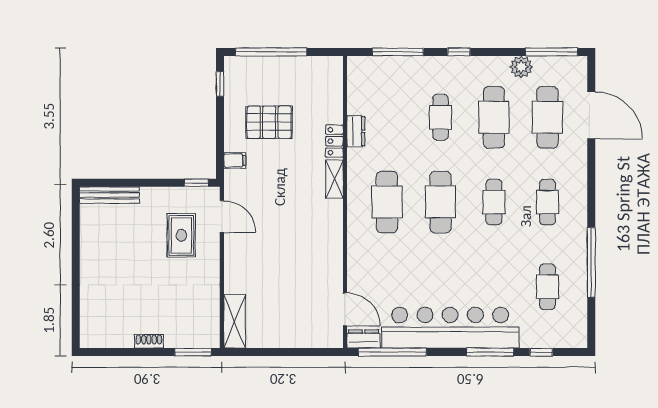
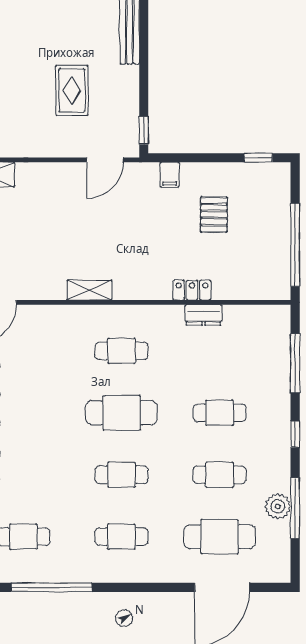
window: (271, 52) -> (295, 245), moved
window: (552, 52) -> (295, 508), moved
cafe table: (494, 117) -> (220, 475), width x0.73, depth x0.74
pallet: (269, 122) -> (214, 215), width x0.67, depth x0.71
shelving: (334, 179) -> (90, 290), moved
cafe table: (387, 202) -> (122, 351), width x0.73, depth x0.74
rug: (181, 235) -> (72, 90), moved, turned 90

